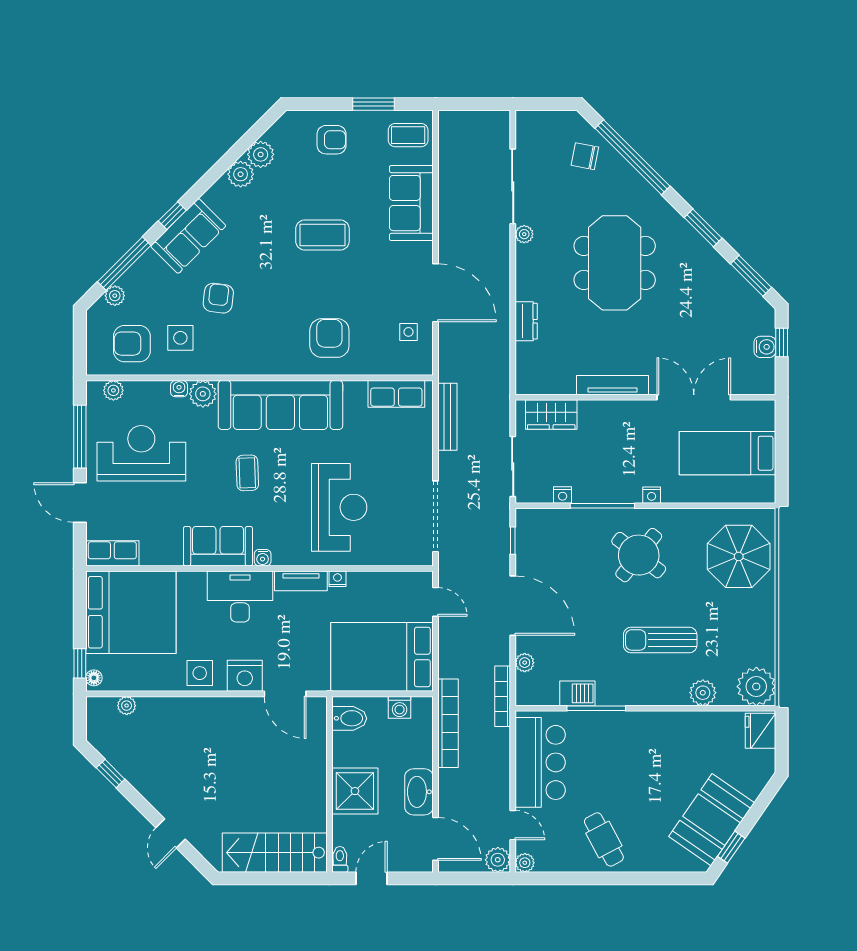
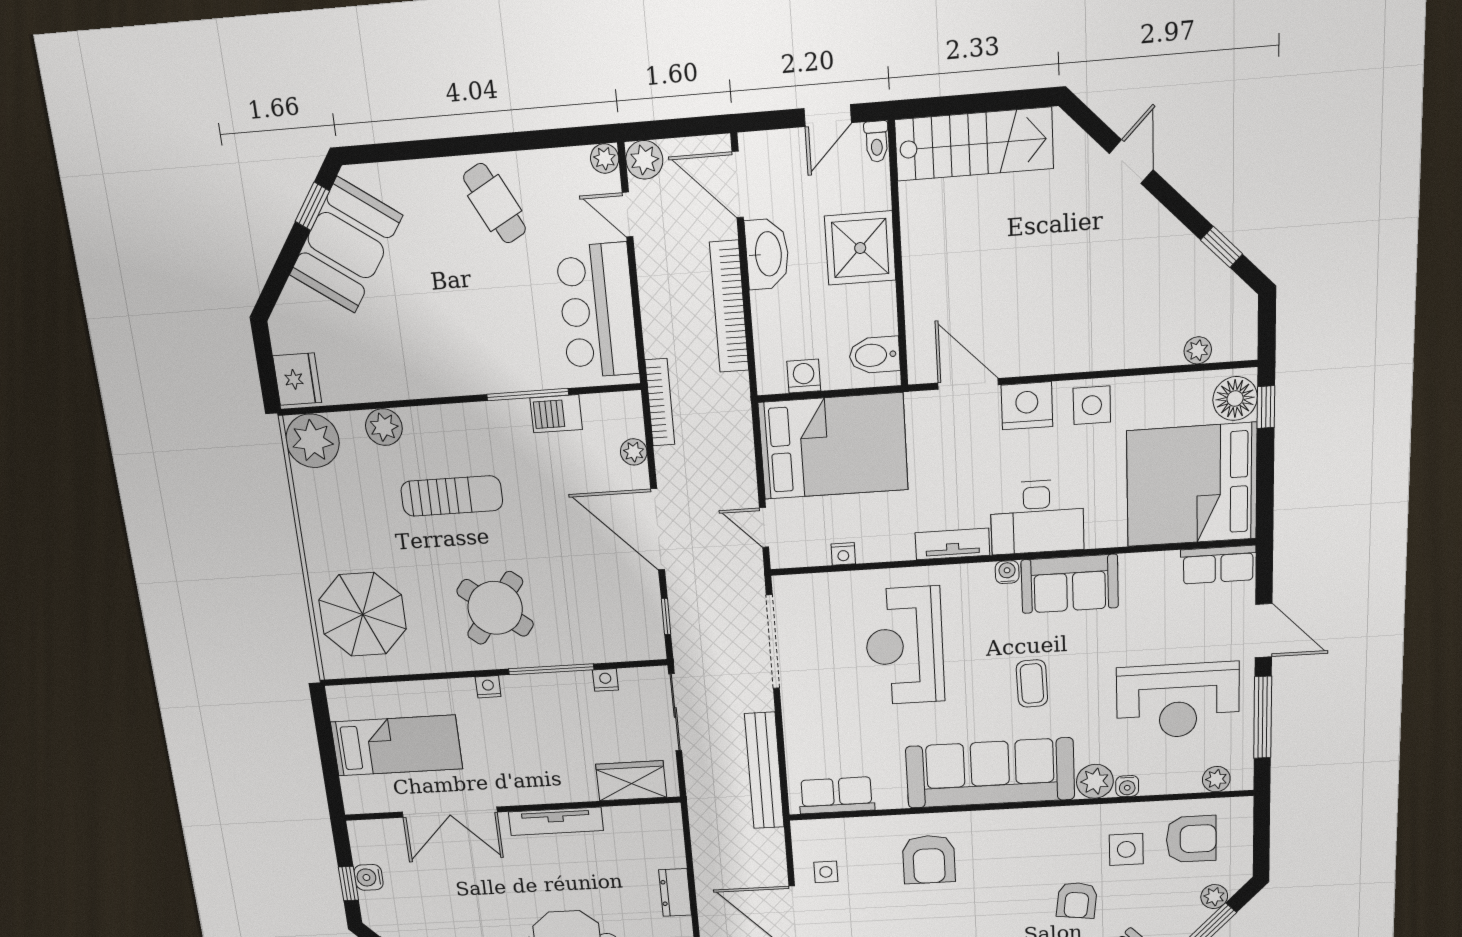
bench: (447, 417) -> (764, 771), width x1.37, depth x1.21
nightstand: (337, 579) -> (843, 554), moved
floor lamp: (94, 678) -> (1235, 398), width x1.89, depth x1.89
bookcase: (448, 723) -> (729, 307), moved

